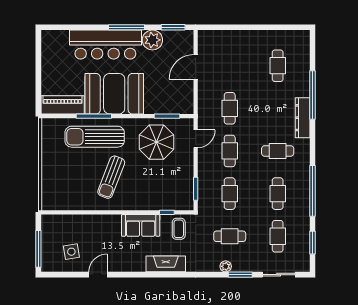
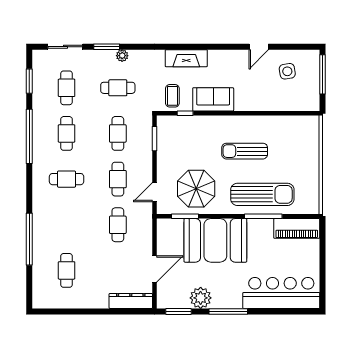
bar counter: (105, 45) -> (281, 293), moved
booth: (114, 94) -> (215, 240), moved
dresser: (303, 118) -> (131, 301), moved, turned -90
sun lounger: (111, 177) -> (245, 151), turned -111

